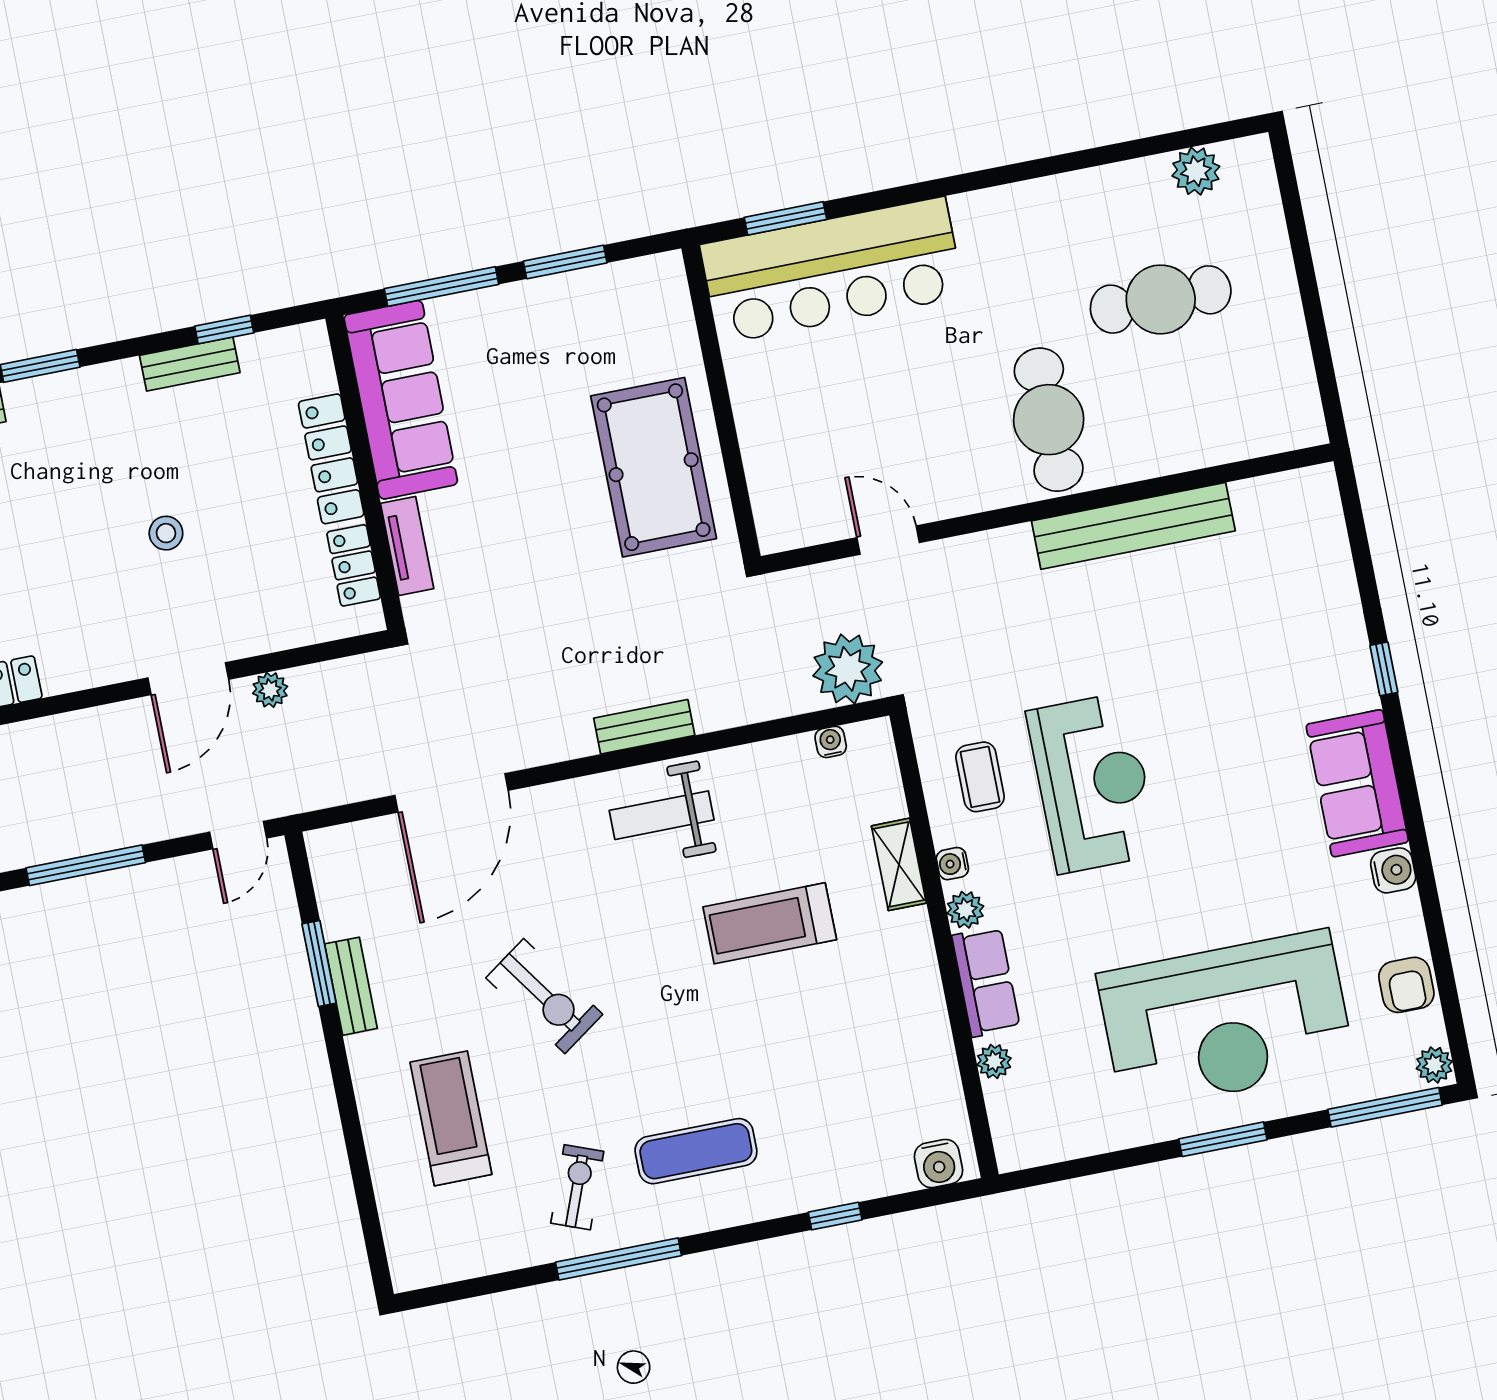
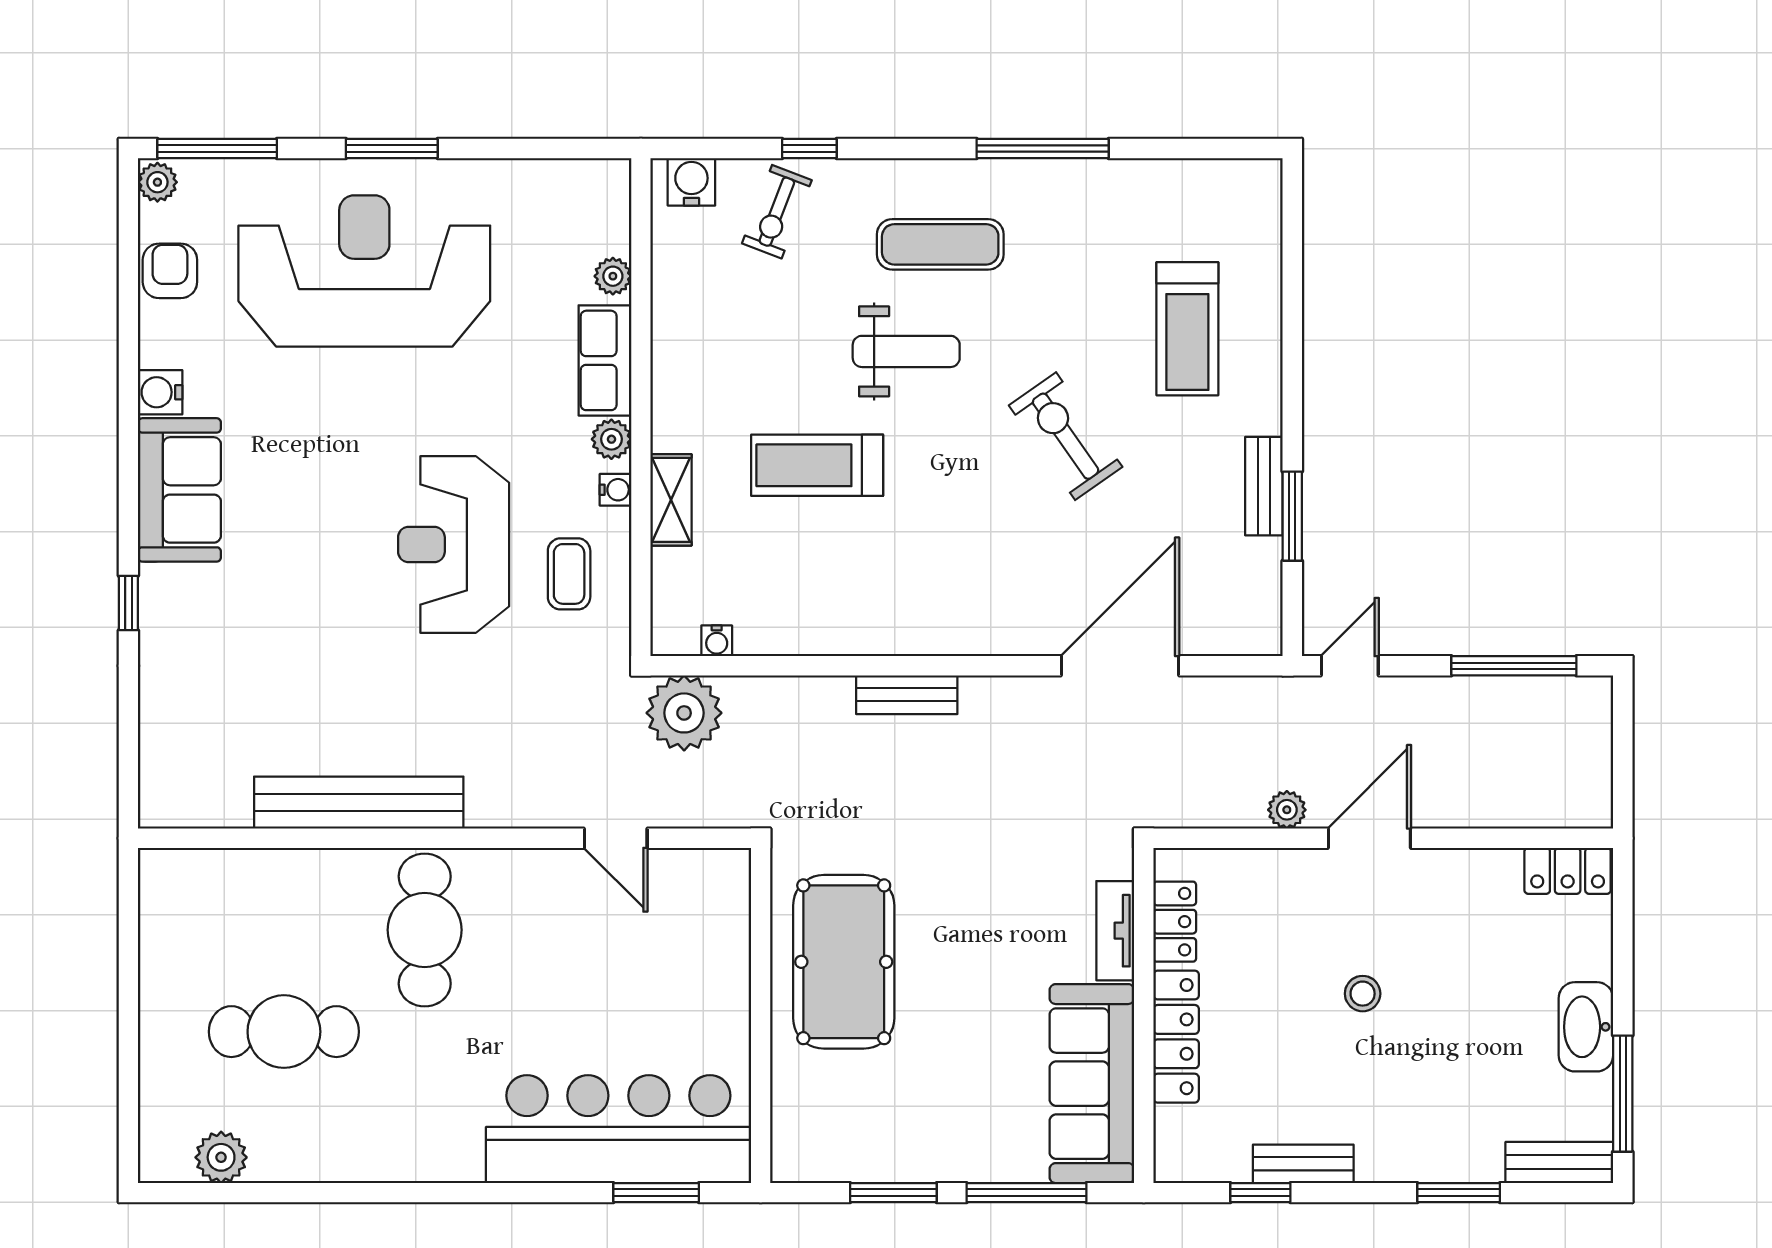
weight bench: (662, 815) -> (906, 351), moved
treadmill: (770, 923) -> (817, 465), turned 180
exercise bike: (577, 1187) -> (777, 212), moved

